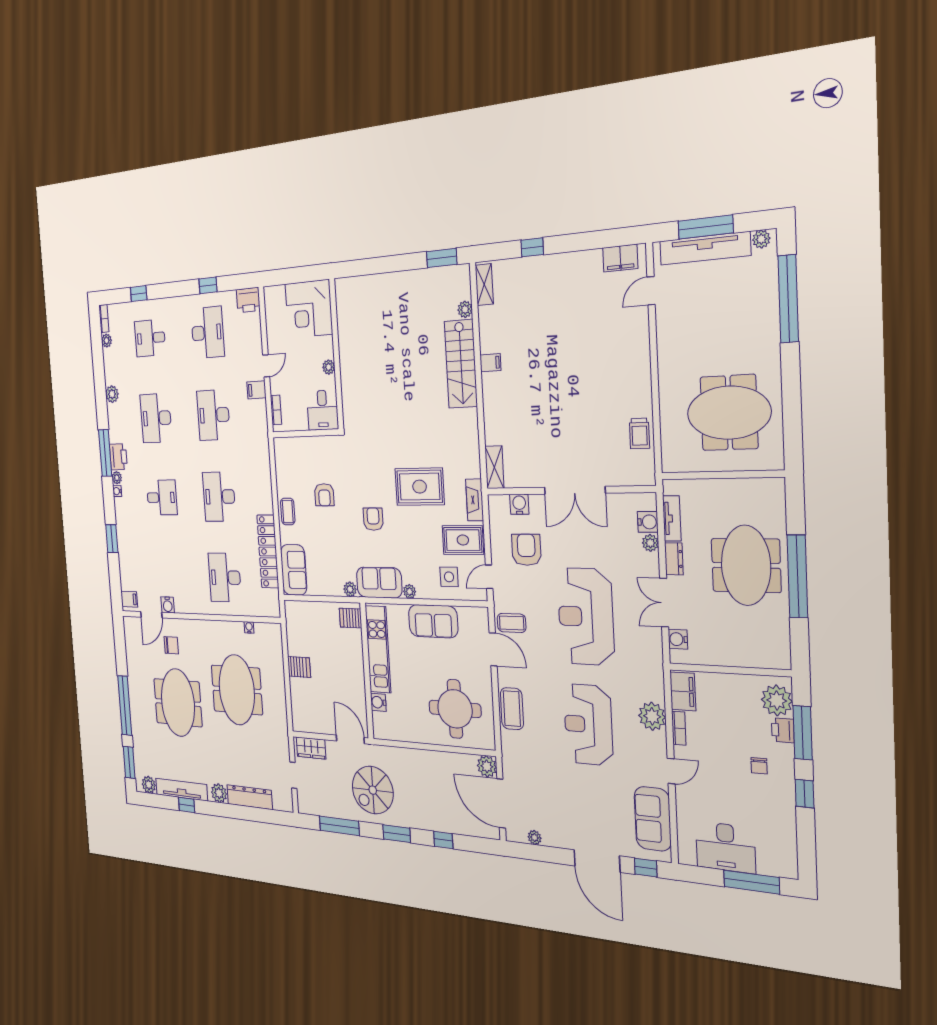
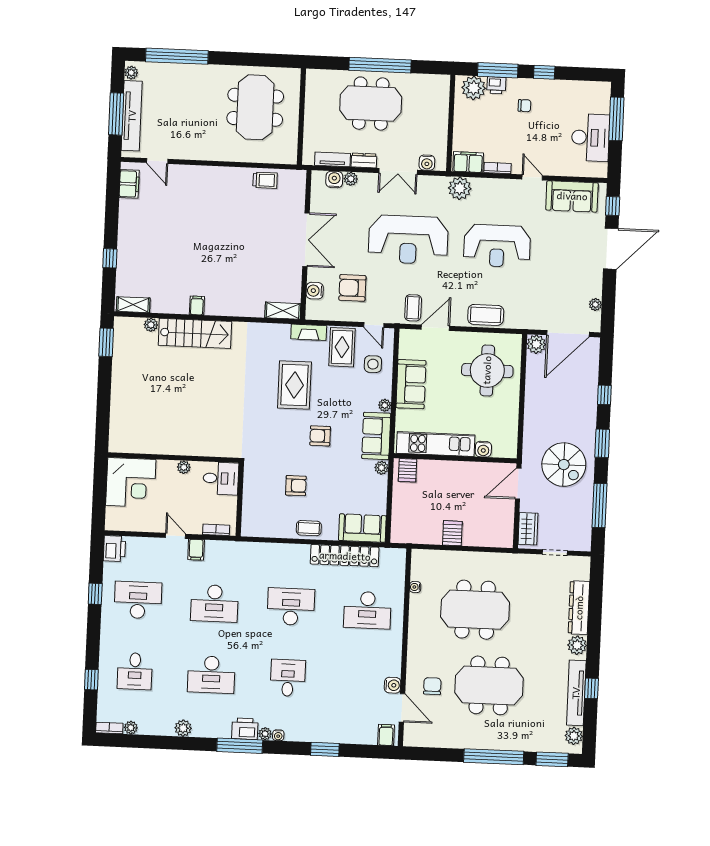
desk: (219, 497) -> (291, 607), turned 180
plant: (652, 716) -> (460, 188), moved

